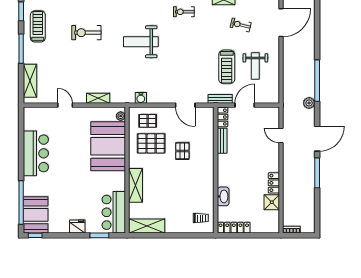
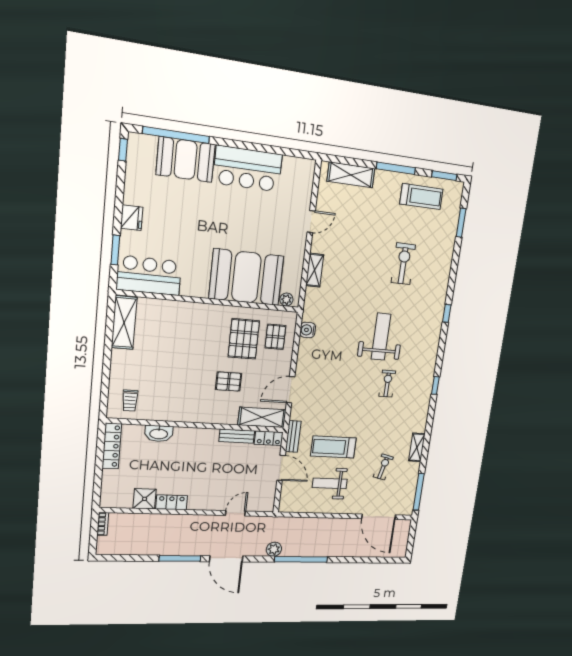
exercise bike: (184, 12) -> (387, 384), moved
shelving: (135, 185) -> (262, 417), moved
booth: (36, 215) -> (186, 159), moved

